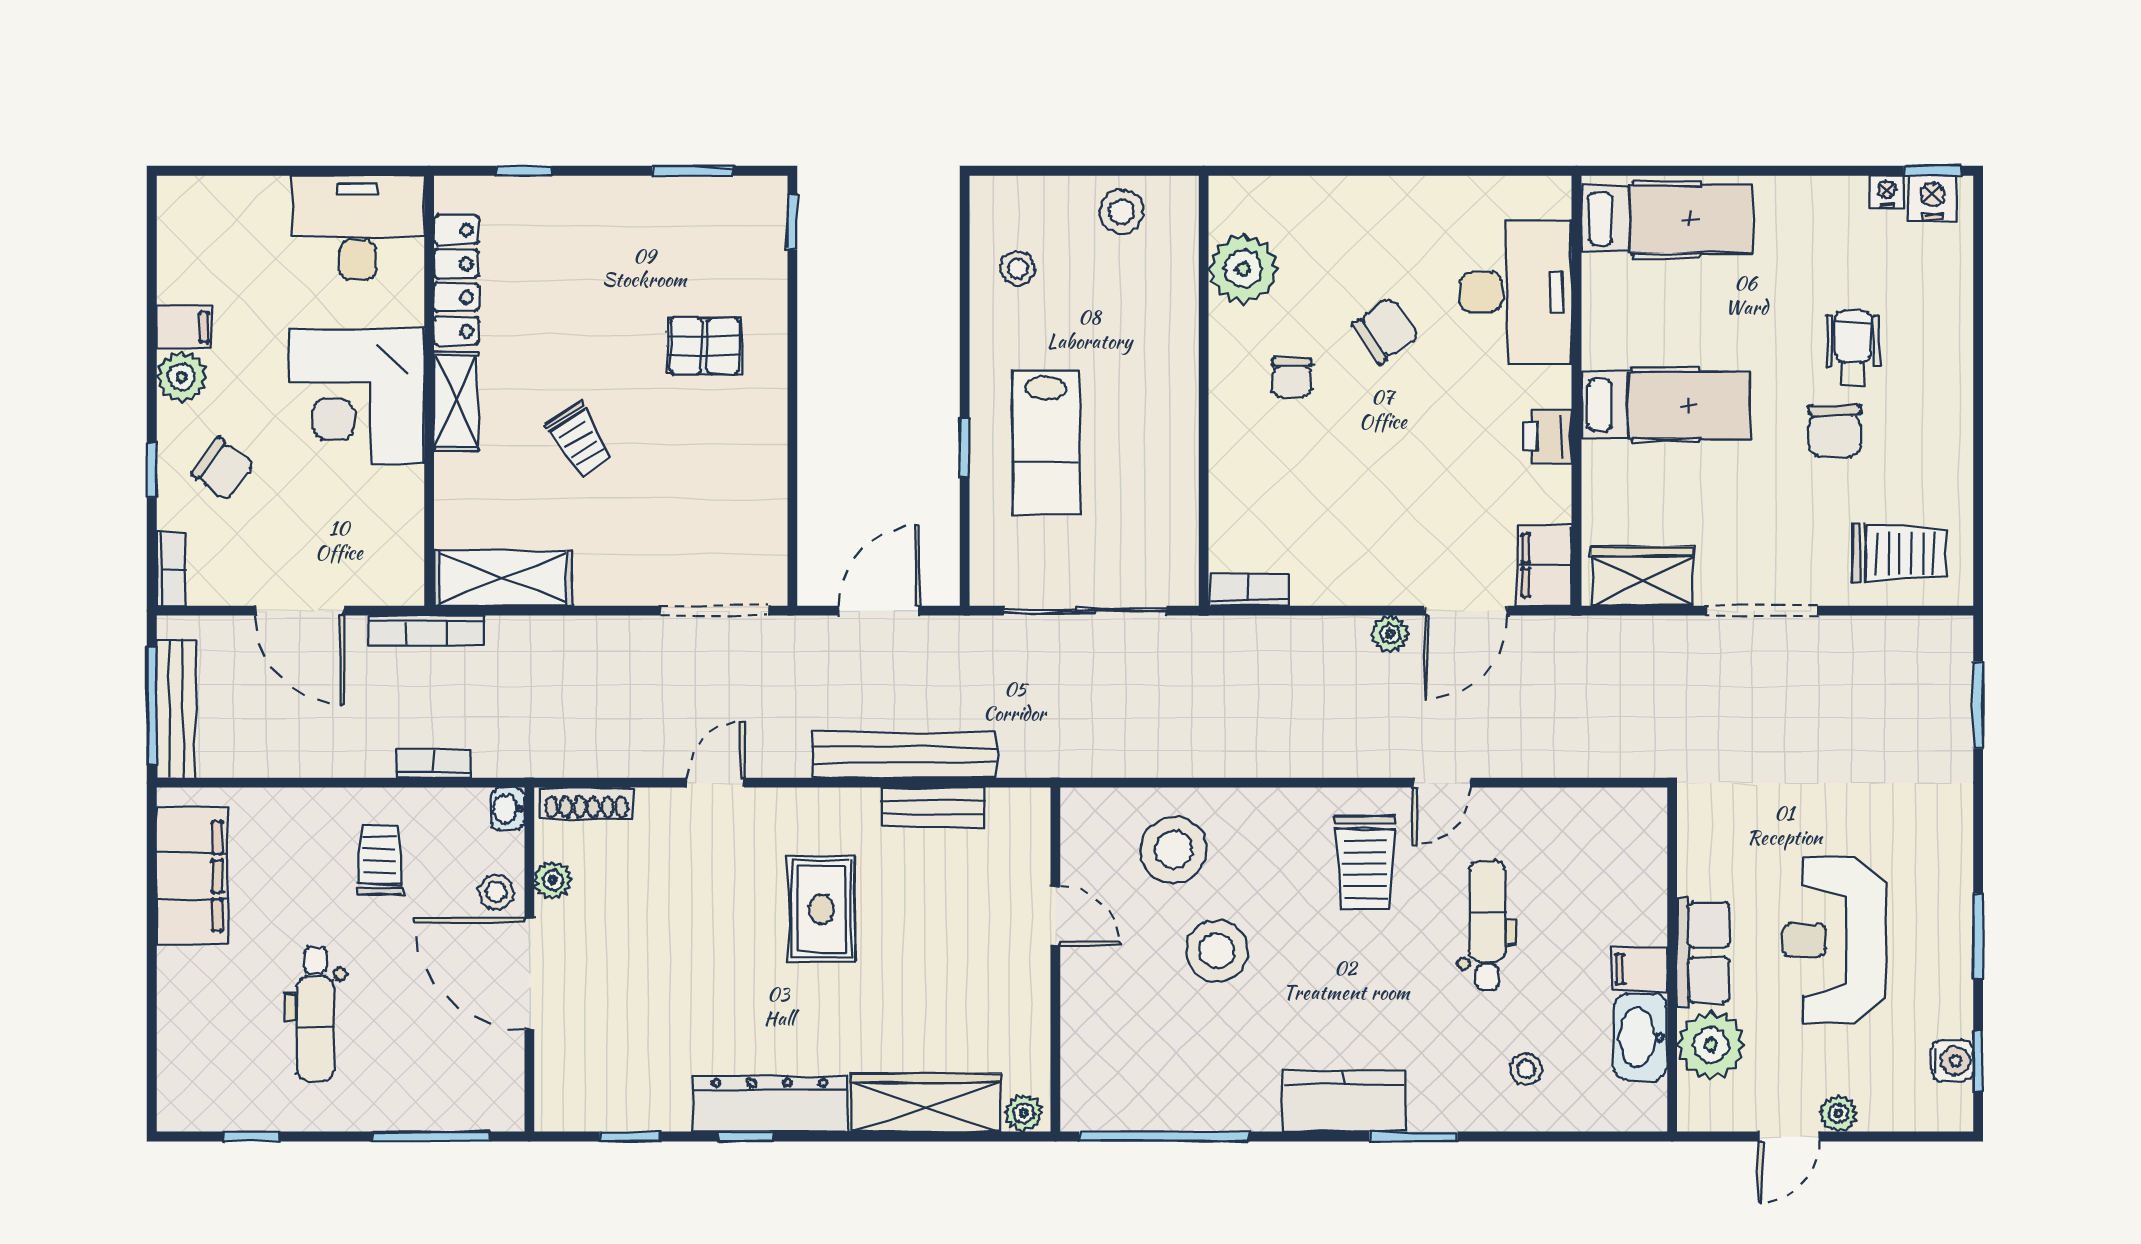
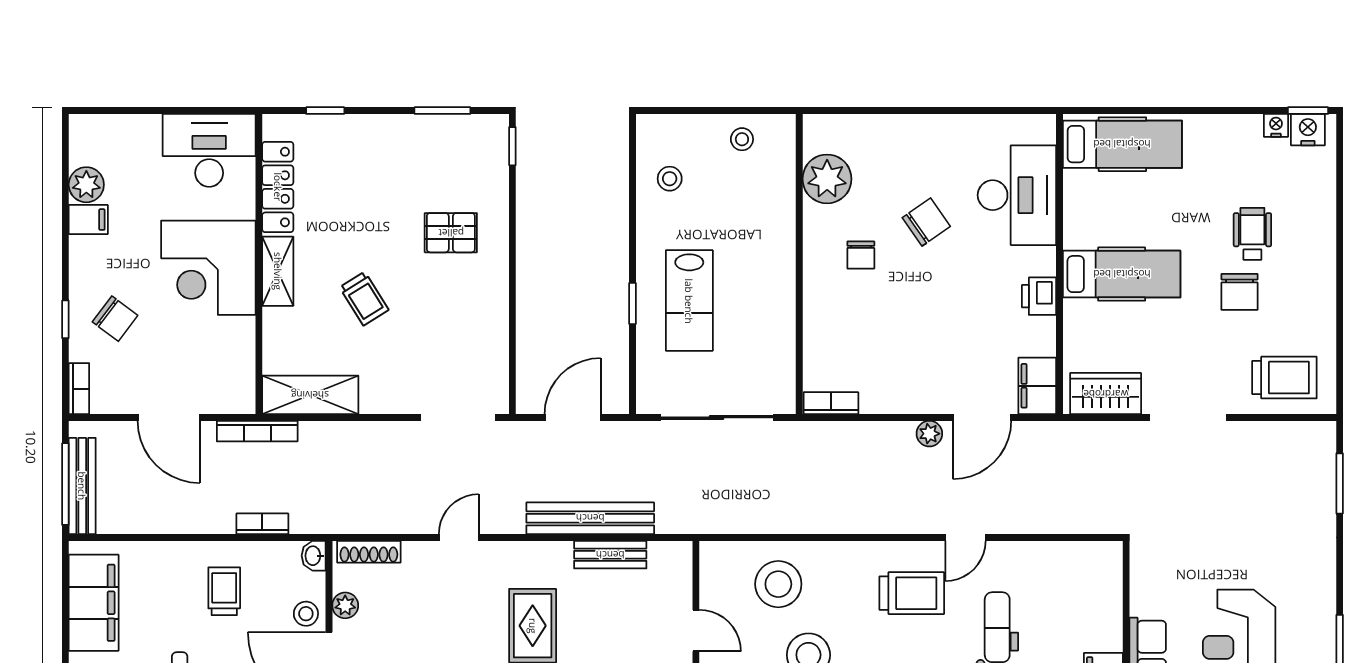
stool: (1121, 212) -> (742, 139), width x0.73, depth x0.73
plant: (182, 377) -> (86, 185), moved
trolley: (1365, 862) -> (912, 593), turned -90

